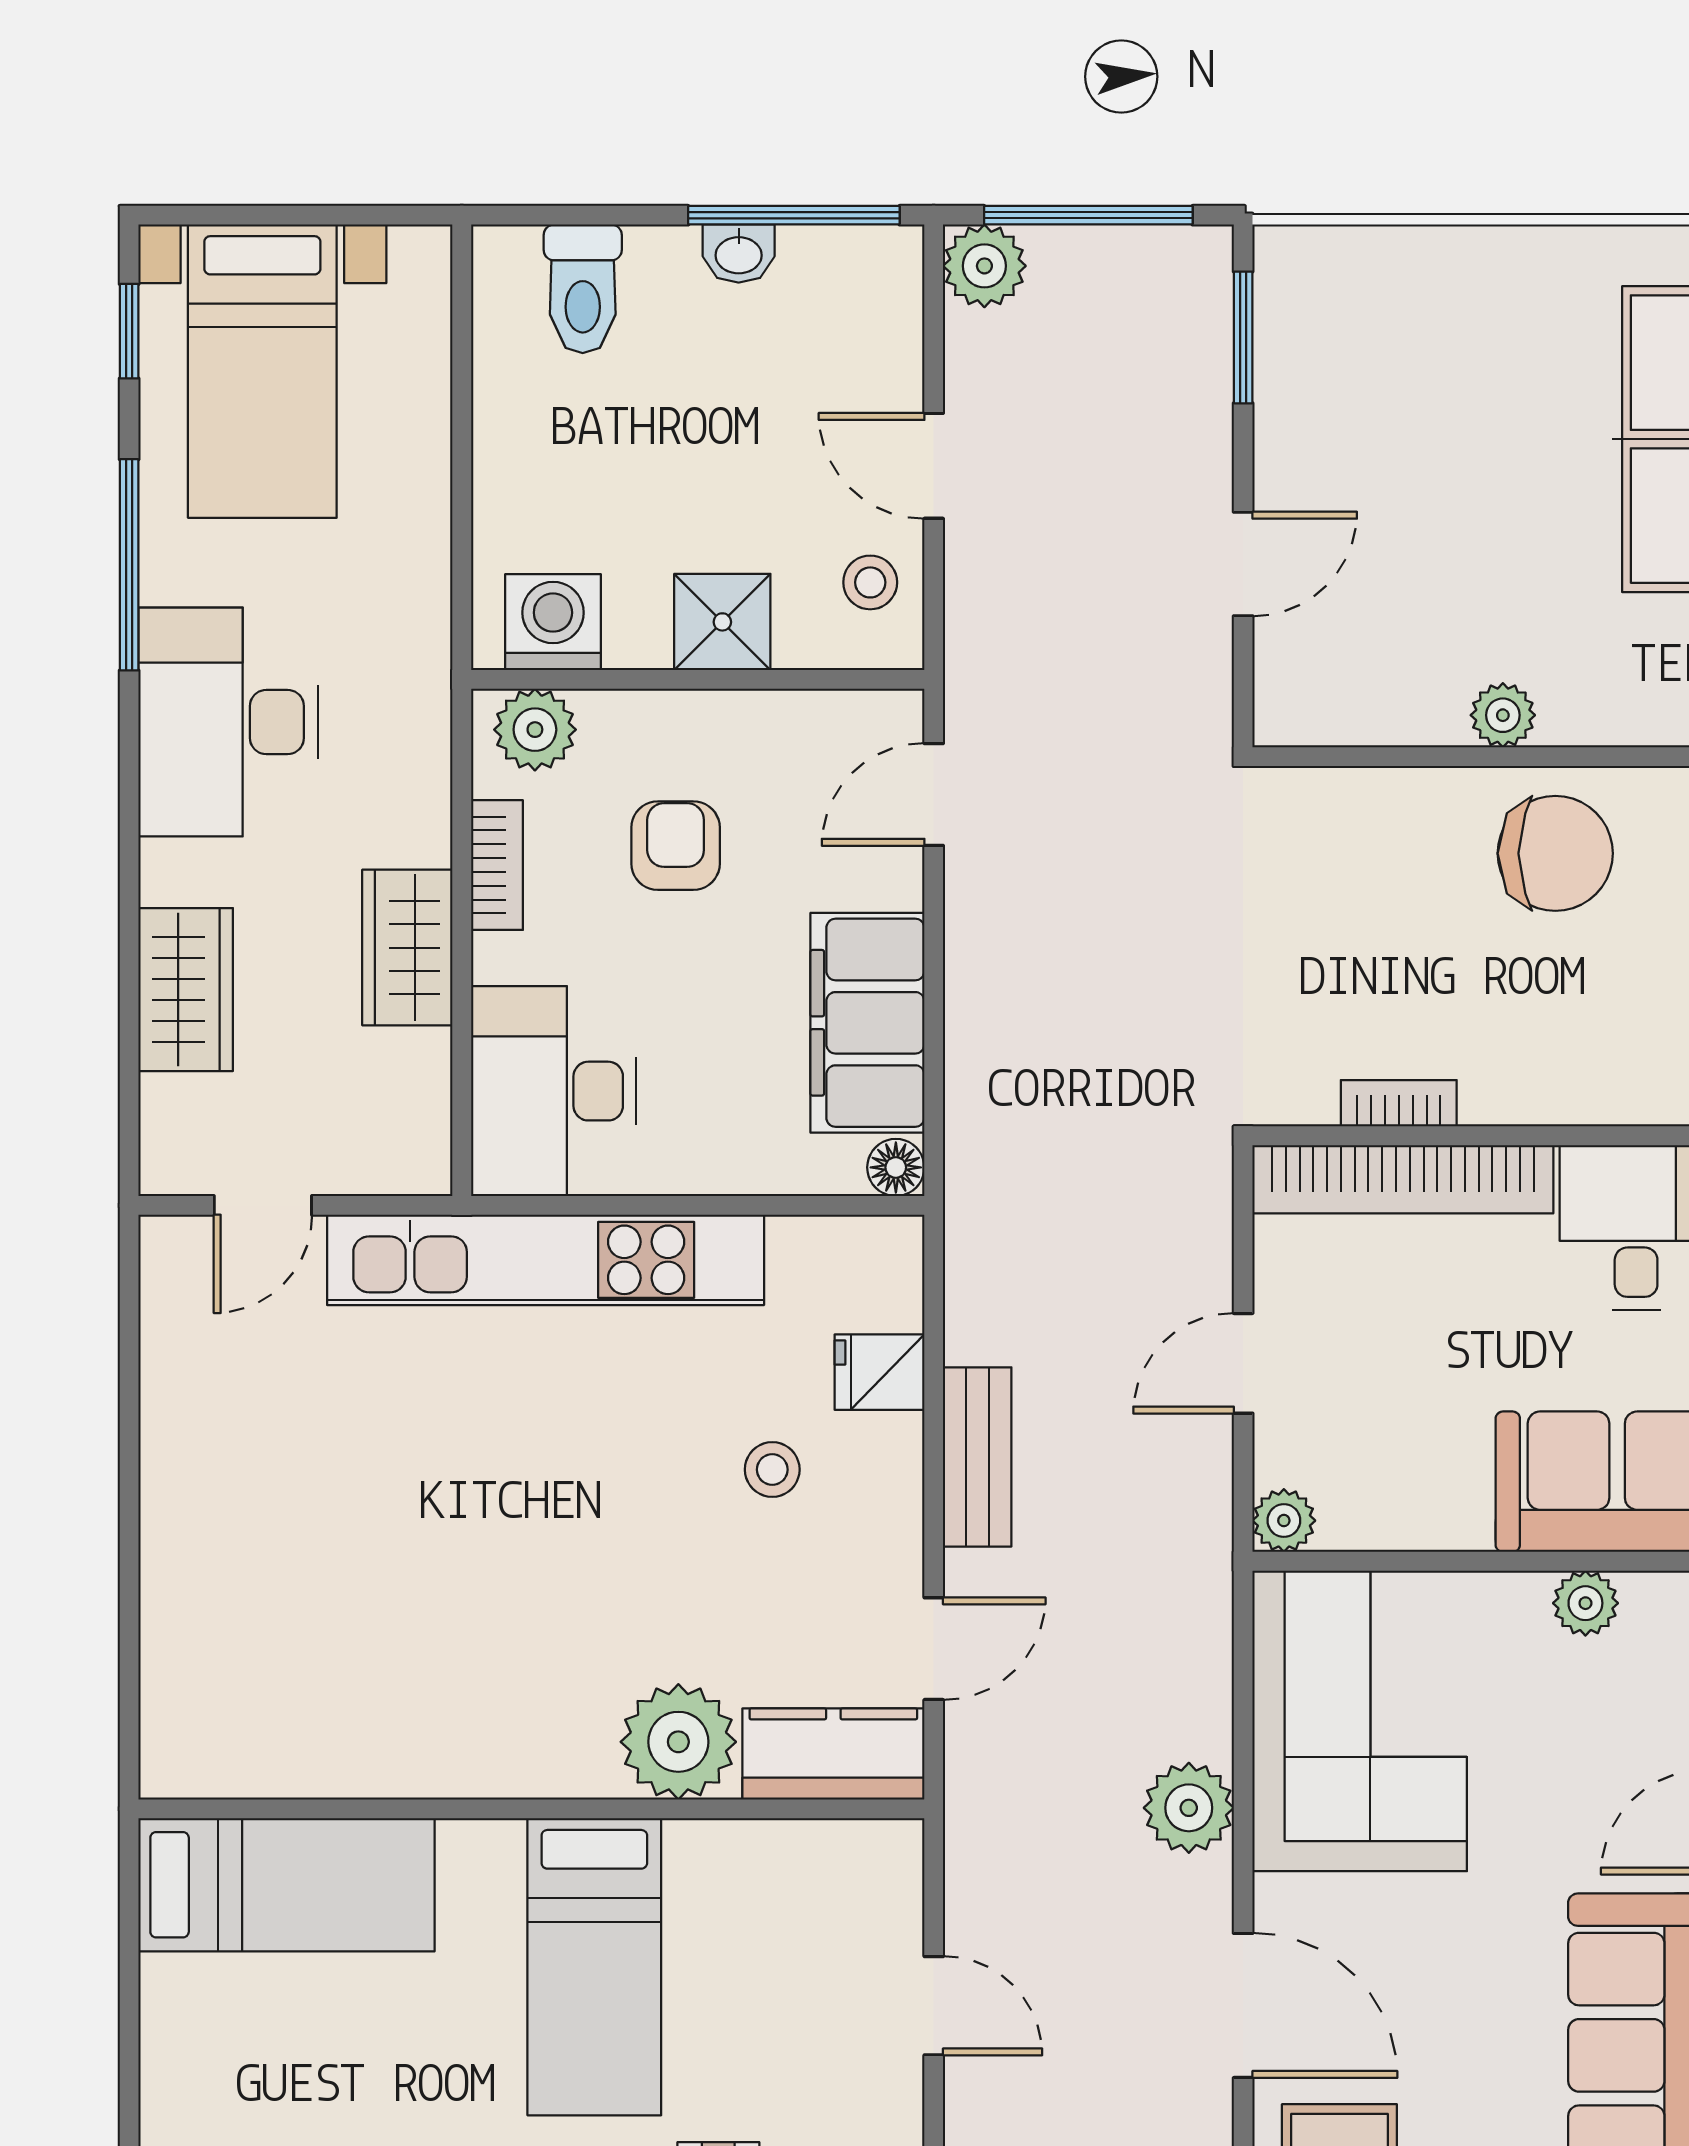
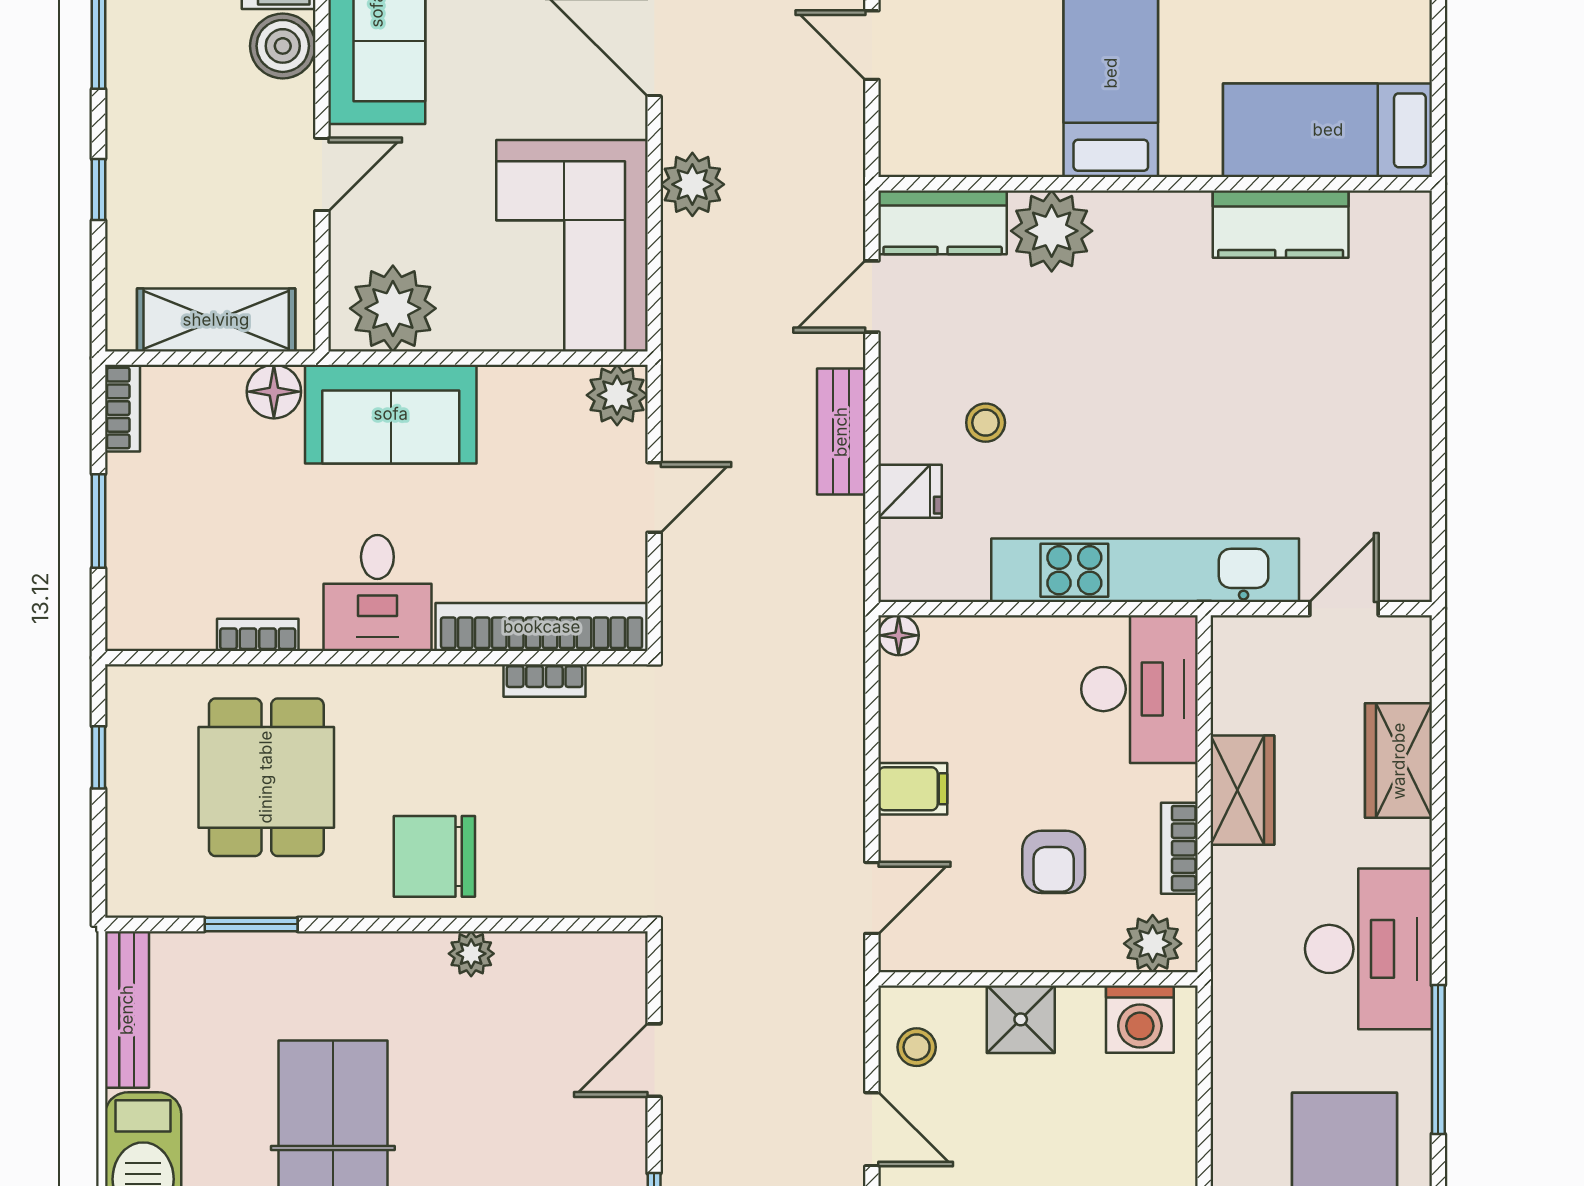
filing cabinet: (867, 1023) -> (913, 789), width x0.33, depth x0.86
plant: (1284, 1521) -> (617, 395), width x1.38, depth x1.38
plant: (1585, 1603) -> (393, 308), width x1.88, depth x1.88
kitchen counter: (353, 1751) -> (1281, 224), added

